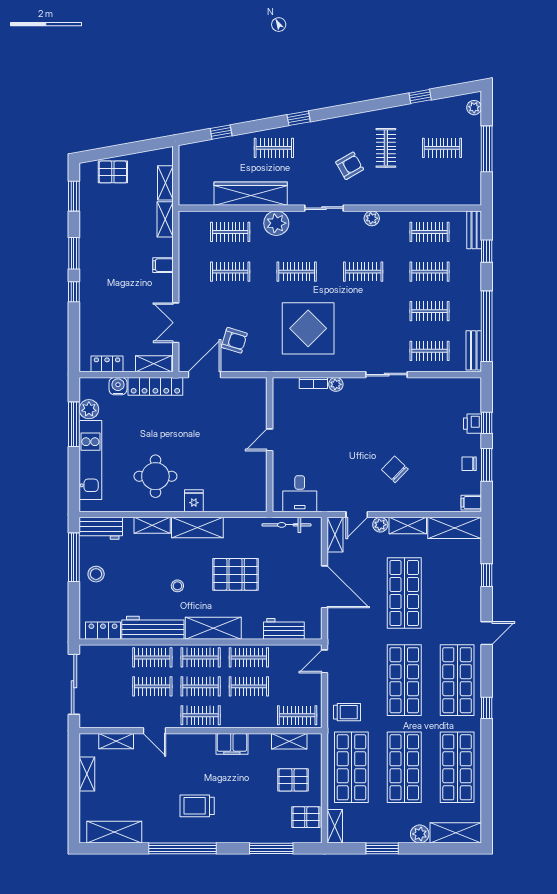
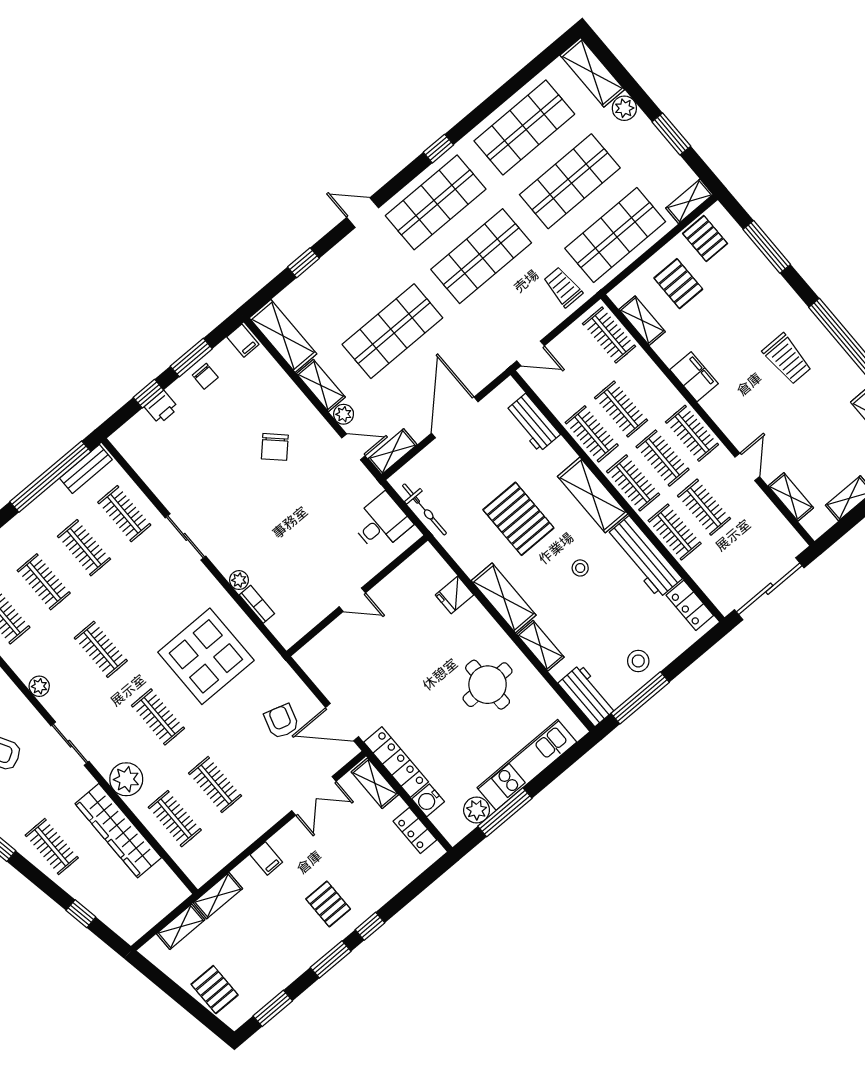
pallet: (107, 279) -> (328, 904), added
fridge: (194, 501) -> (455, 595), moved

